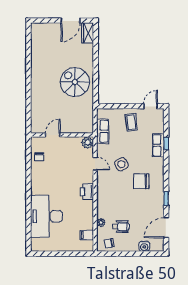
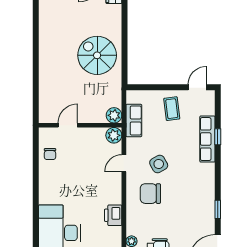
plant: (88, 127) -> (114, 115), added
row of seats: (158, 145) -> (207, 139), width x1.48
door: (95, 164) -> (124, 163), swing flipped
chair: (141, 181) -> (150, 194), moved
printer: (87, 192) -> (113, 215), moved

